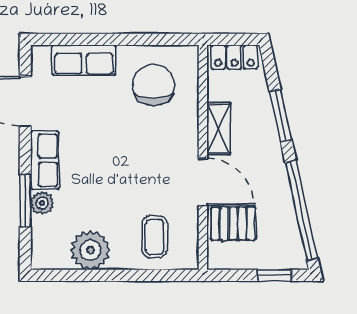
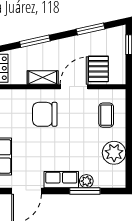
chair: (154, 85) -> (45, 114), moved
window: (301, 210) -> (90, 29), width x0.47
coffee table: (155, 237) -> (106, 115), turned 90

